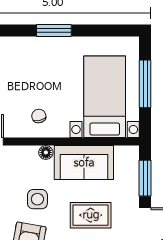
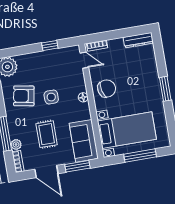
chair: (39, 116) -> (107, 89), width x1.87, depth x1.87
sofa: (84, 163) -> (84, 141), moved

